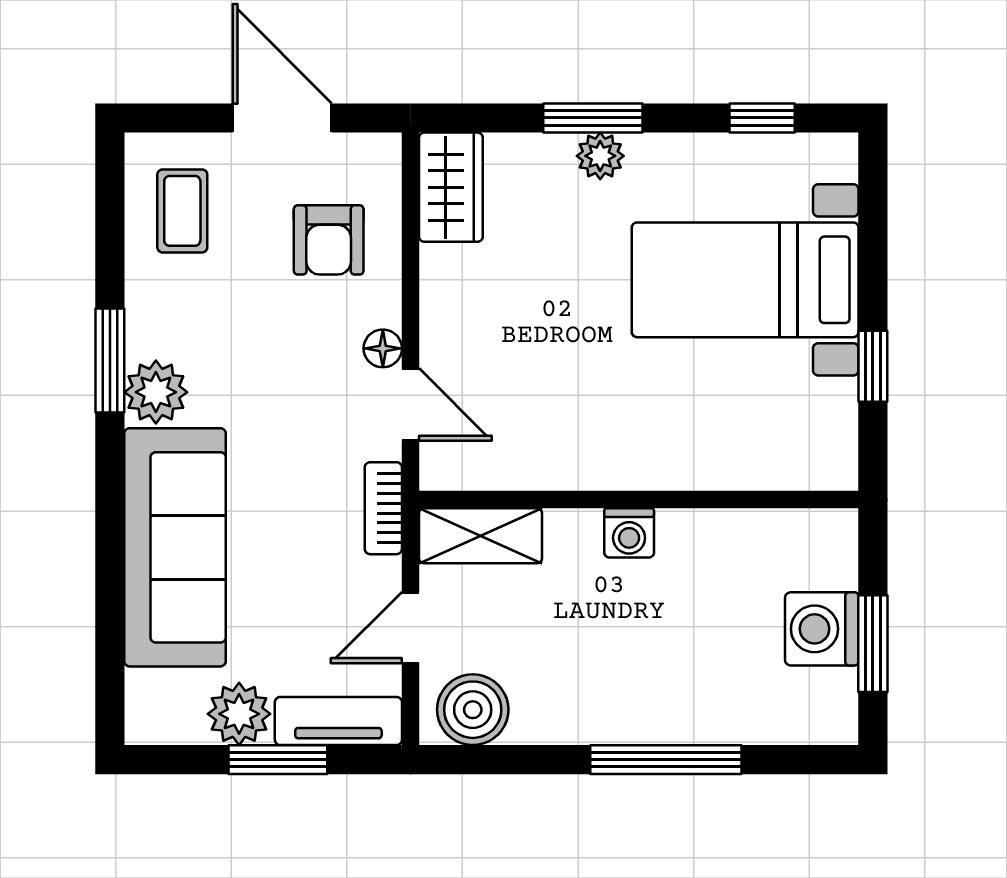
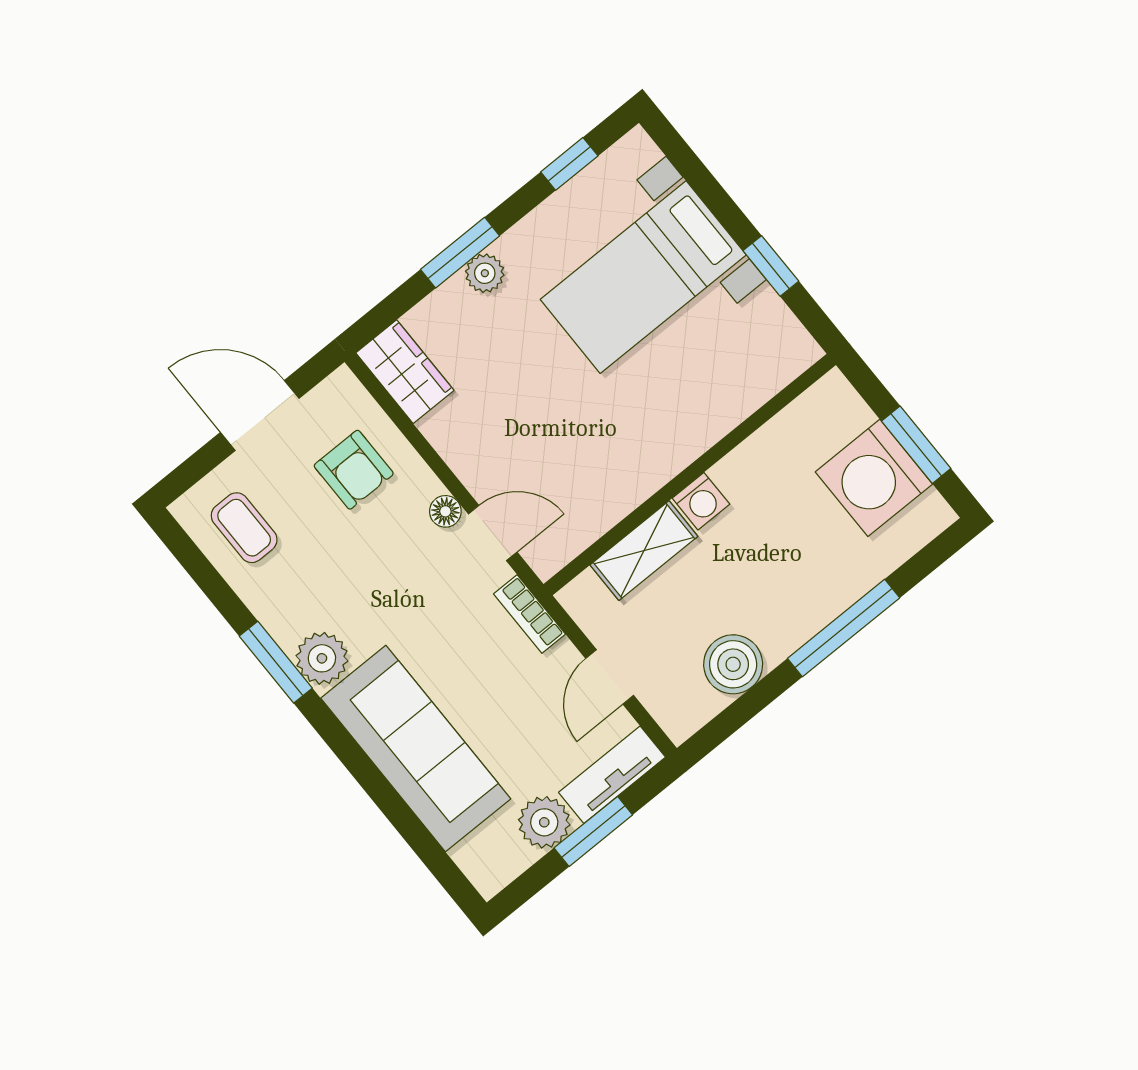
shelving: (481, 536) -> (644, 551), moved
washing machine: (822, 629) -> (874, 478), width x1.37, depth x1.37
boiler: (473, 710) -> (733, 664), moved

